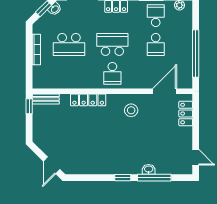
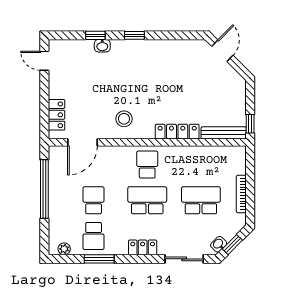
school desk: (112, 44) -> (147, 200), turned 180
bench: (46, 99) -> (224, 133), width x1.36
window: (154, 178) -> (95, 35), width x0.46

